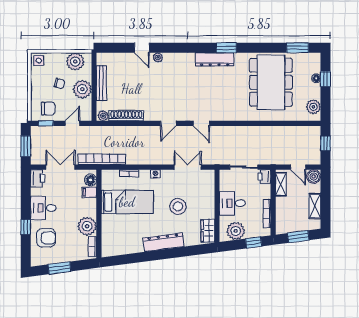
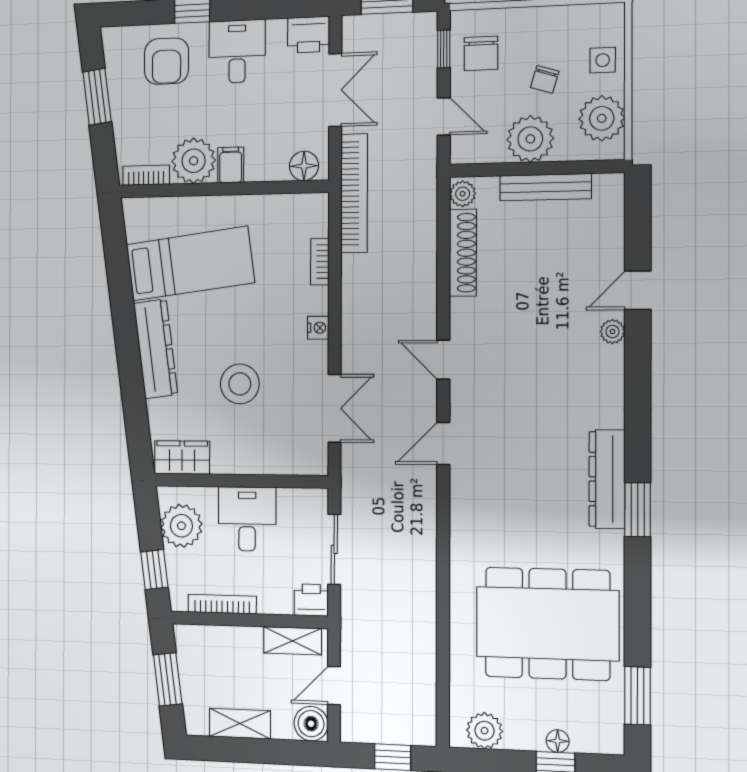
side table: (39, 61) -> (603, 60), moved
filing cabinet: (89, 192) -> (231, 165), moved
bed: (127, 202) -> (190, 264), moved, turned -97

